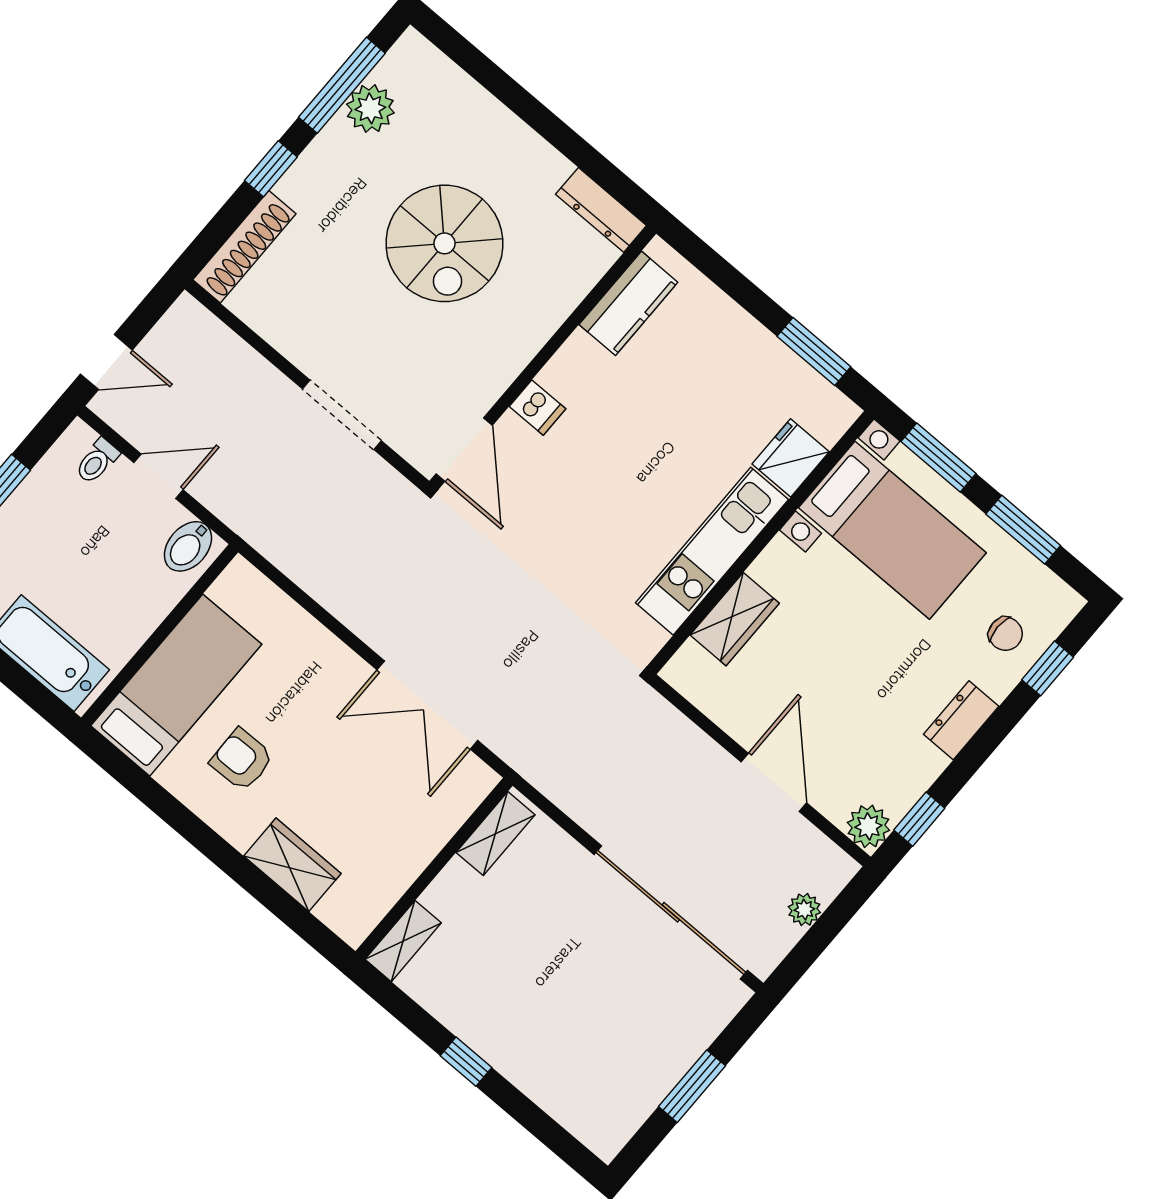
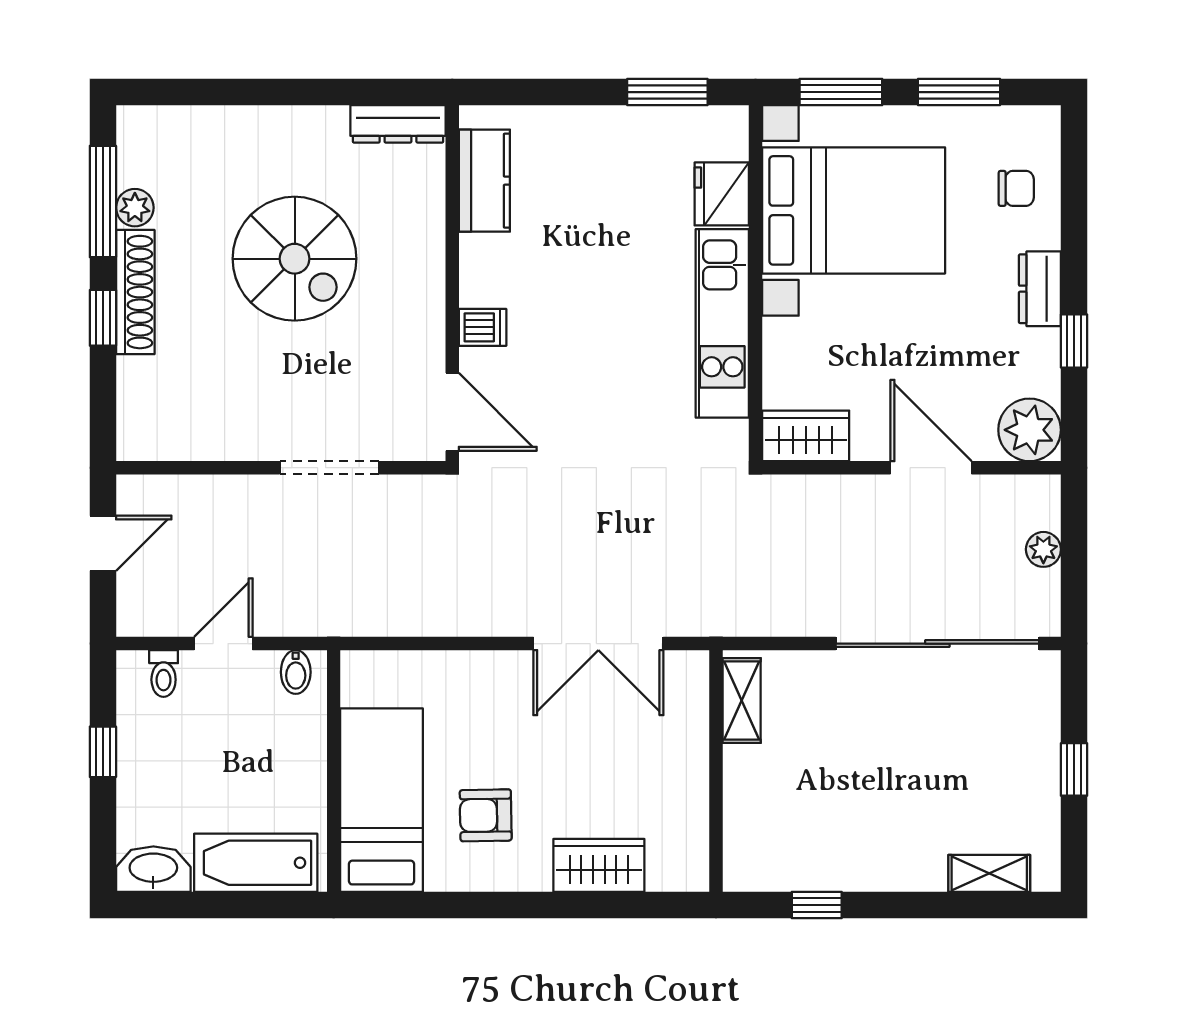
plant: (370, 108) -> (135, 208), width x0.73, depth x0.73
shoe rack: (244, 247) -> (135, 292), moved
door: (106, 362) -> (103, 543), moved
bed with nightstands: (892, 530) -> (854, 210), width x1.36
bidet: (188, 546) -> (296, 672), width x0.72, depth x0.74
wardrobe: (735, 619) -> (806, 436), moved, turned -90
window: (1048, 668) -> (1074, 187), removed
window: (919, 819) -> (1074, 341), moved
plant: (868, 826) -> (1030, 430), width x1.36, depth x1.36
shelving: (403, 941) -> (989, 873), moved, turned 90
window: (466, 1062) -> (817, 905), moved
window: (692, 1086) -> (1074, 769), width x0.67

